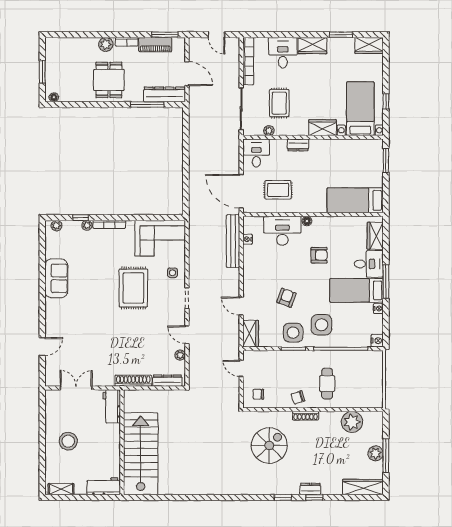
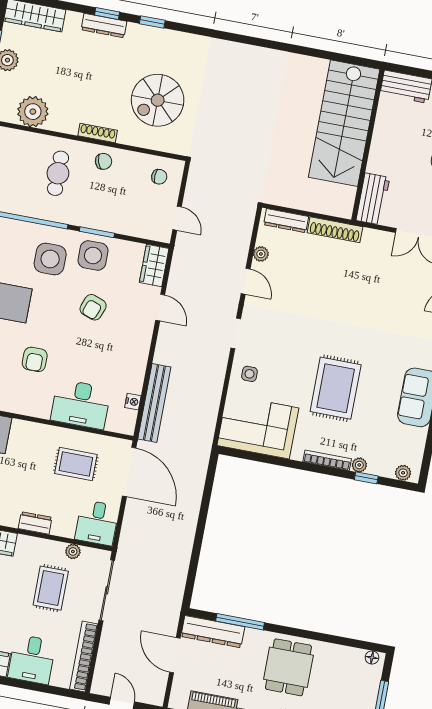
floor lamp: (307, 221) -> (43, 412), removed
armchair: (319, 255) -> (35, 359), turned -90
rug: (133, 288) -> (336, 388), moved
dresser: (310, 489) -> (104, 26), width x1.44

